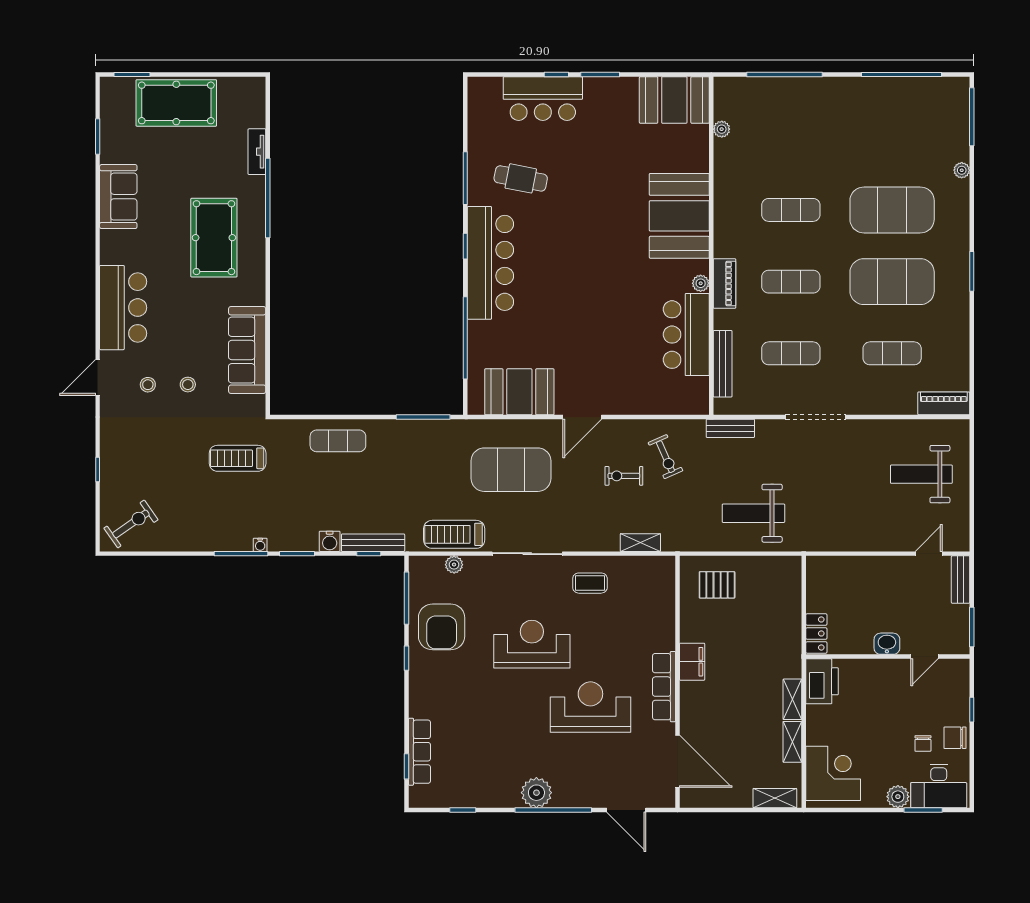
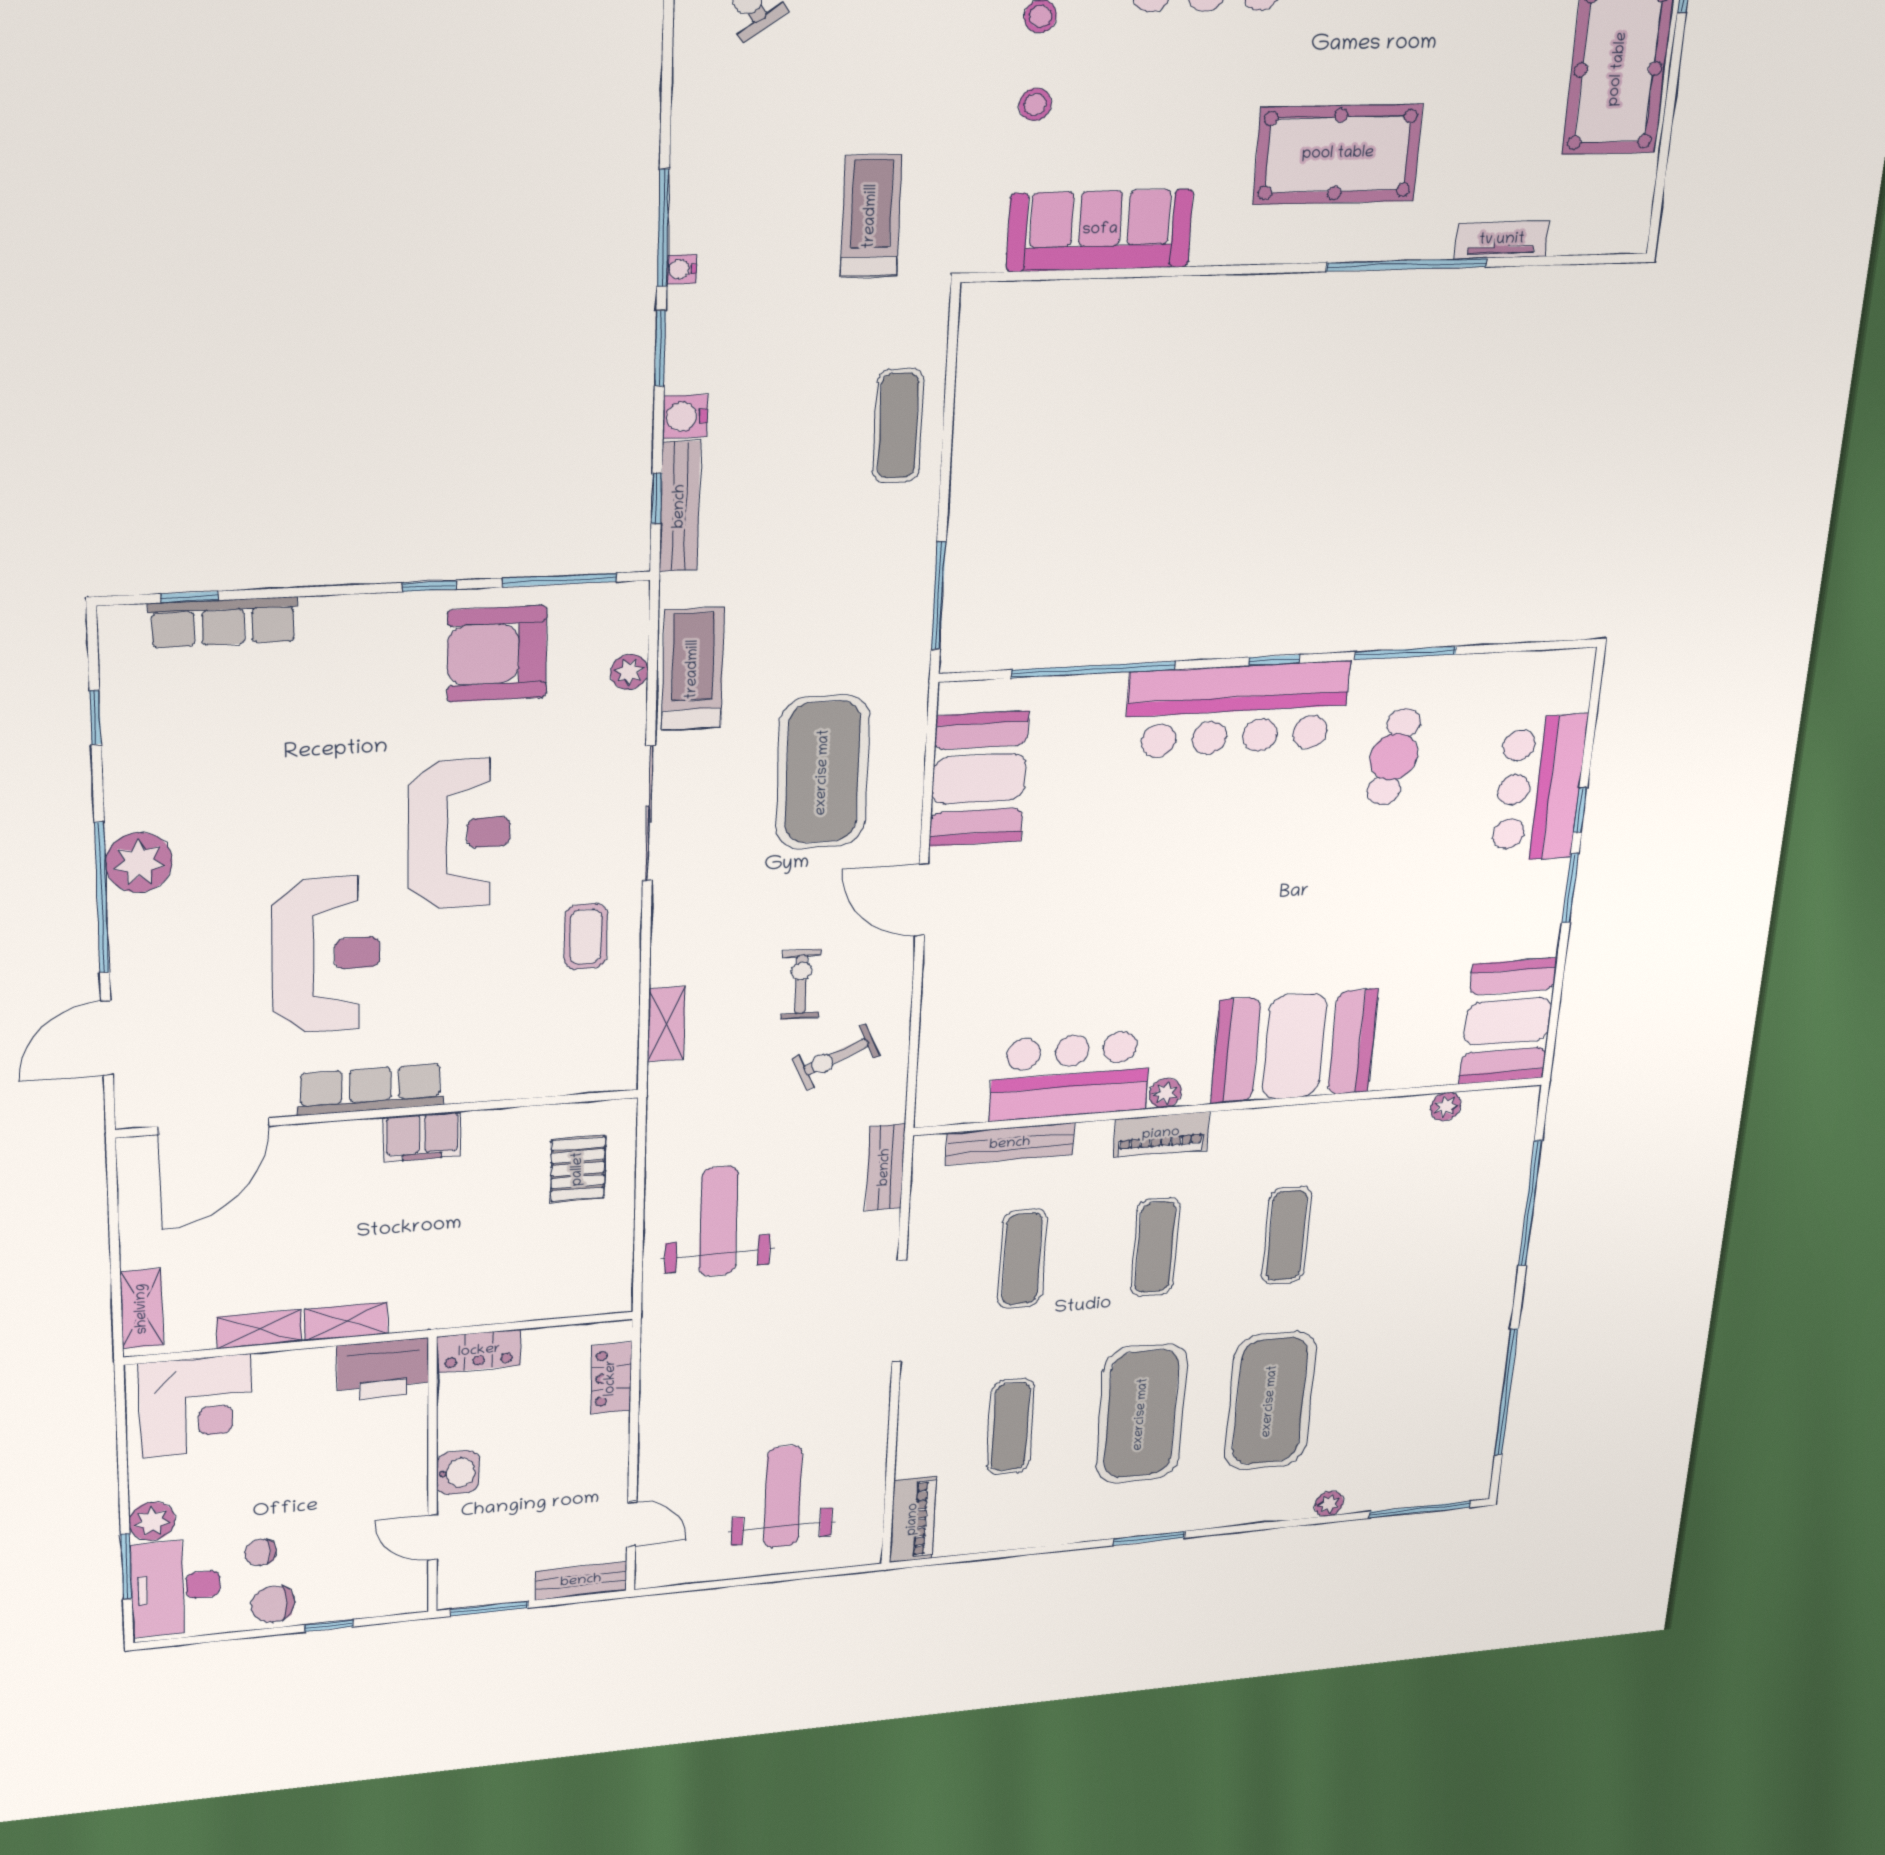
locker: (839, 566) -> (611, 1378), added
chair: (955, 738) -> (273, 1604), turned -90

